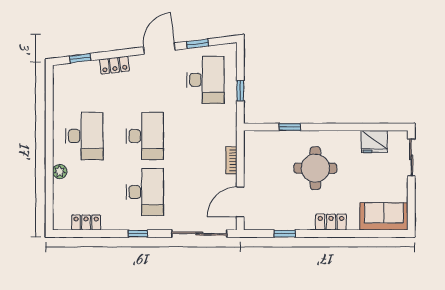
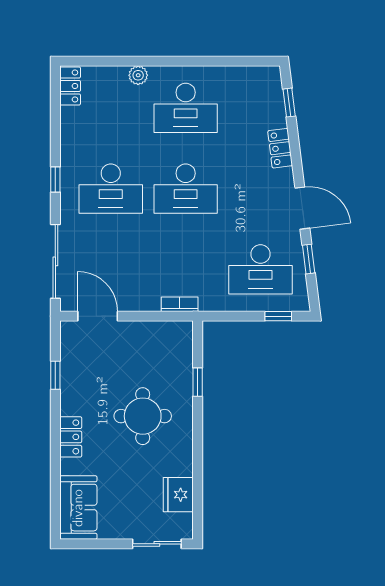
window: (240, 91) -> (278, 316), moved
bookcase: (231, 160) -> (180, 304), moved
locker: (86, 223) -> (70, 86), moved

